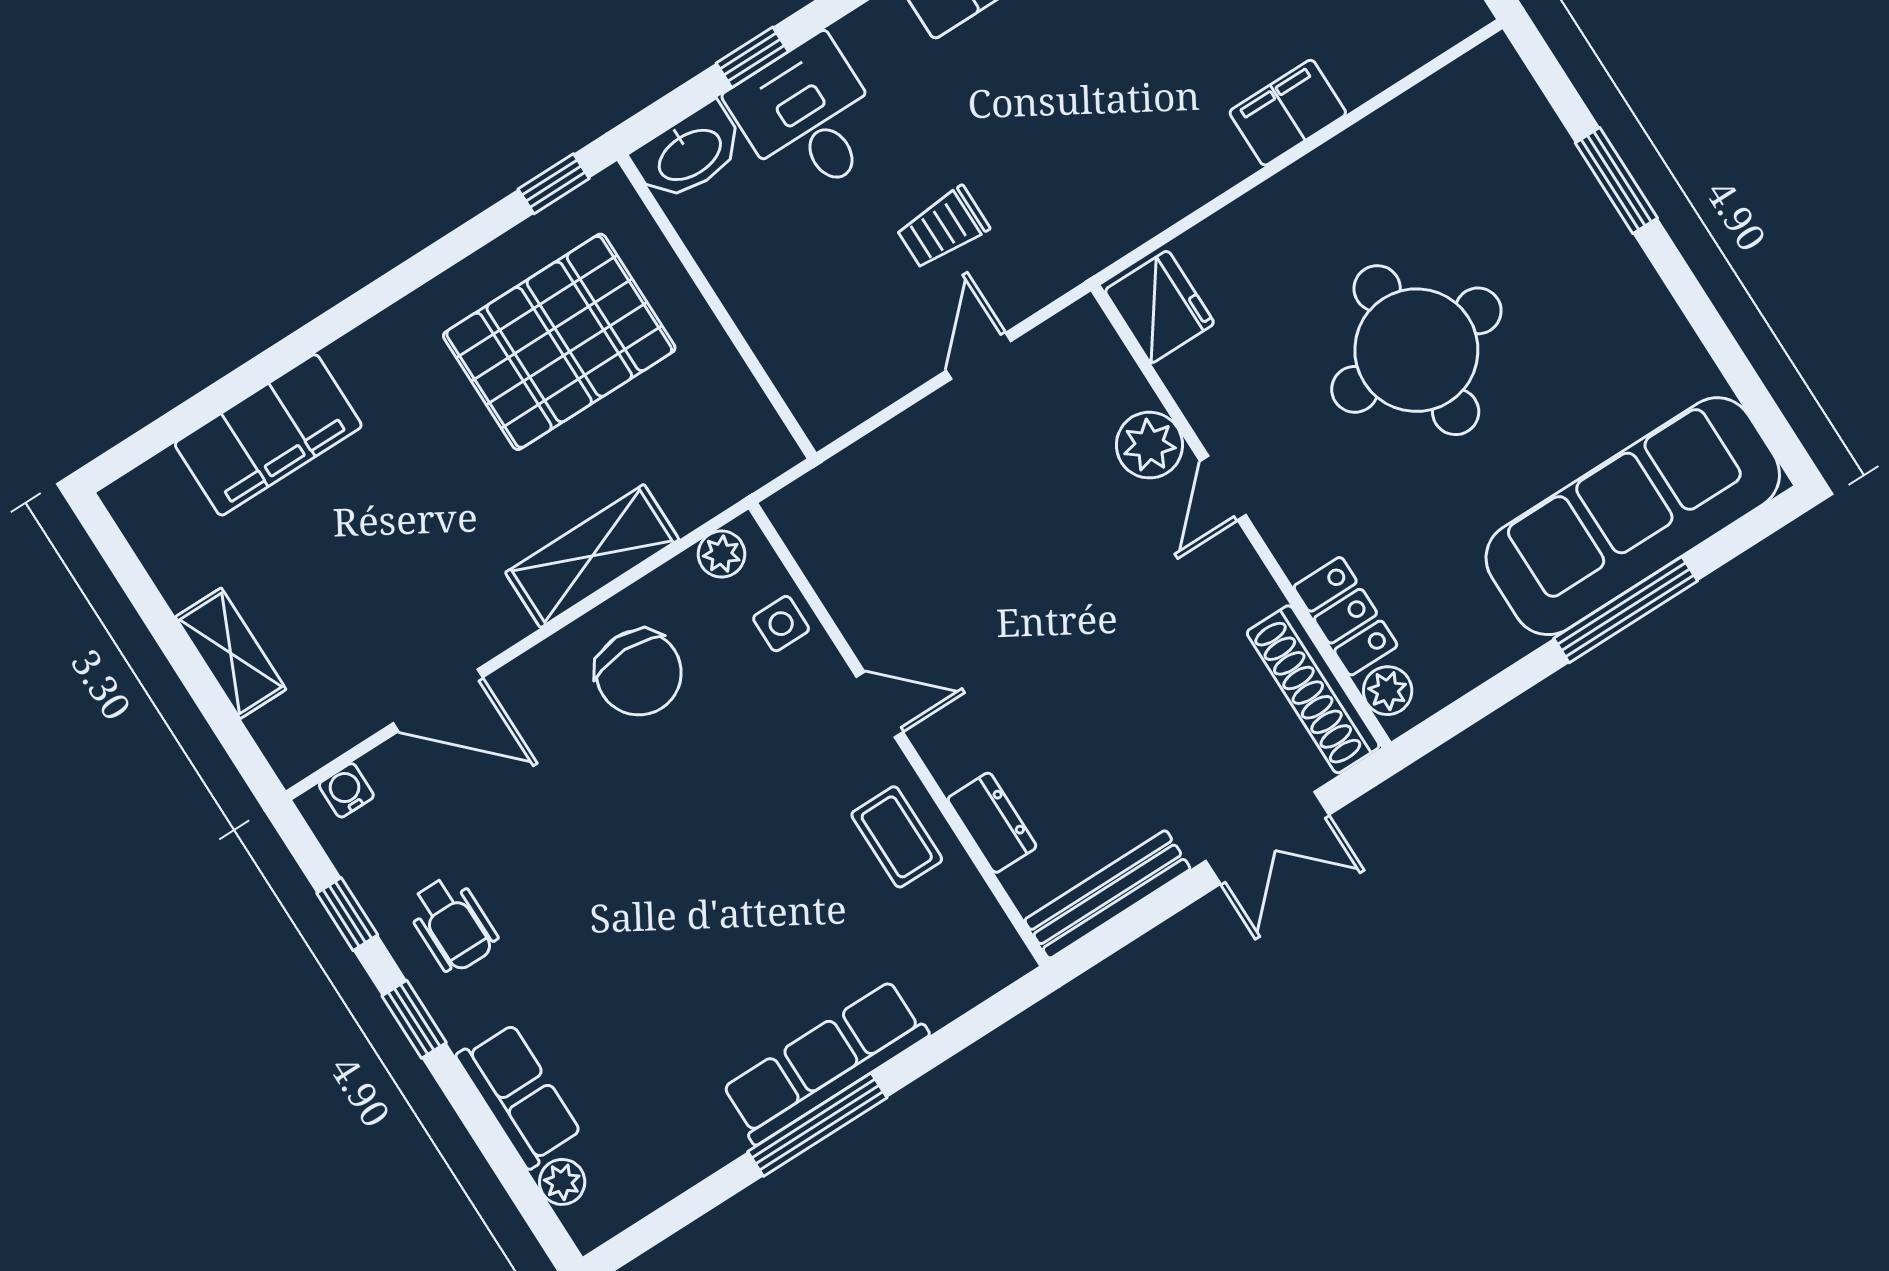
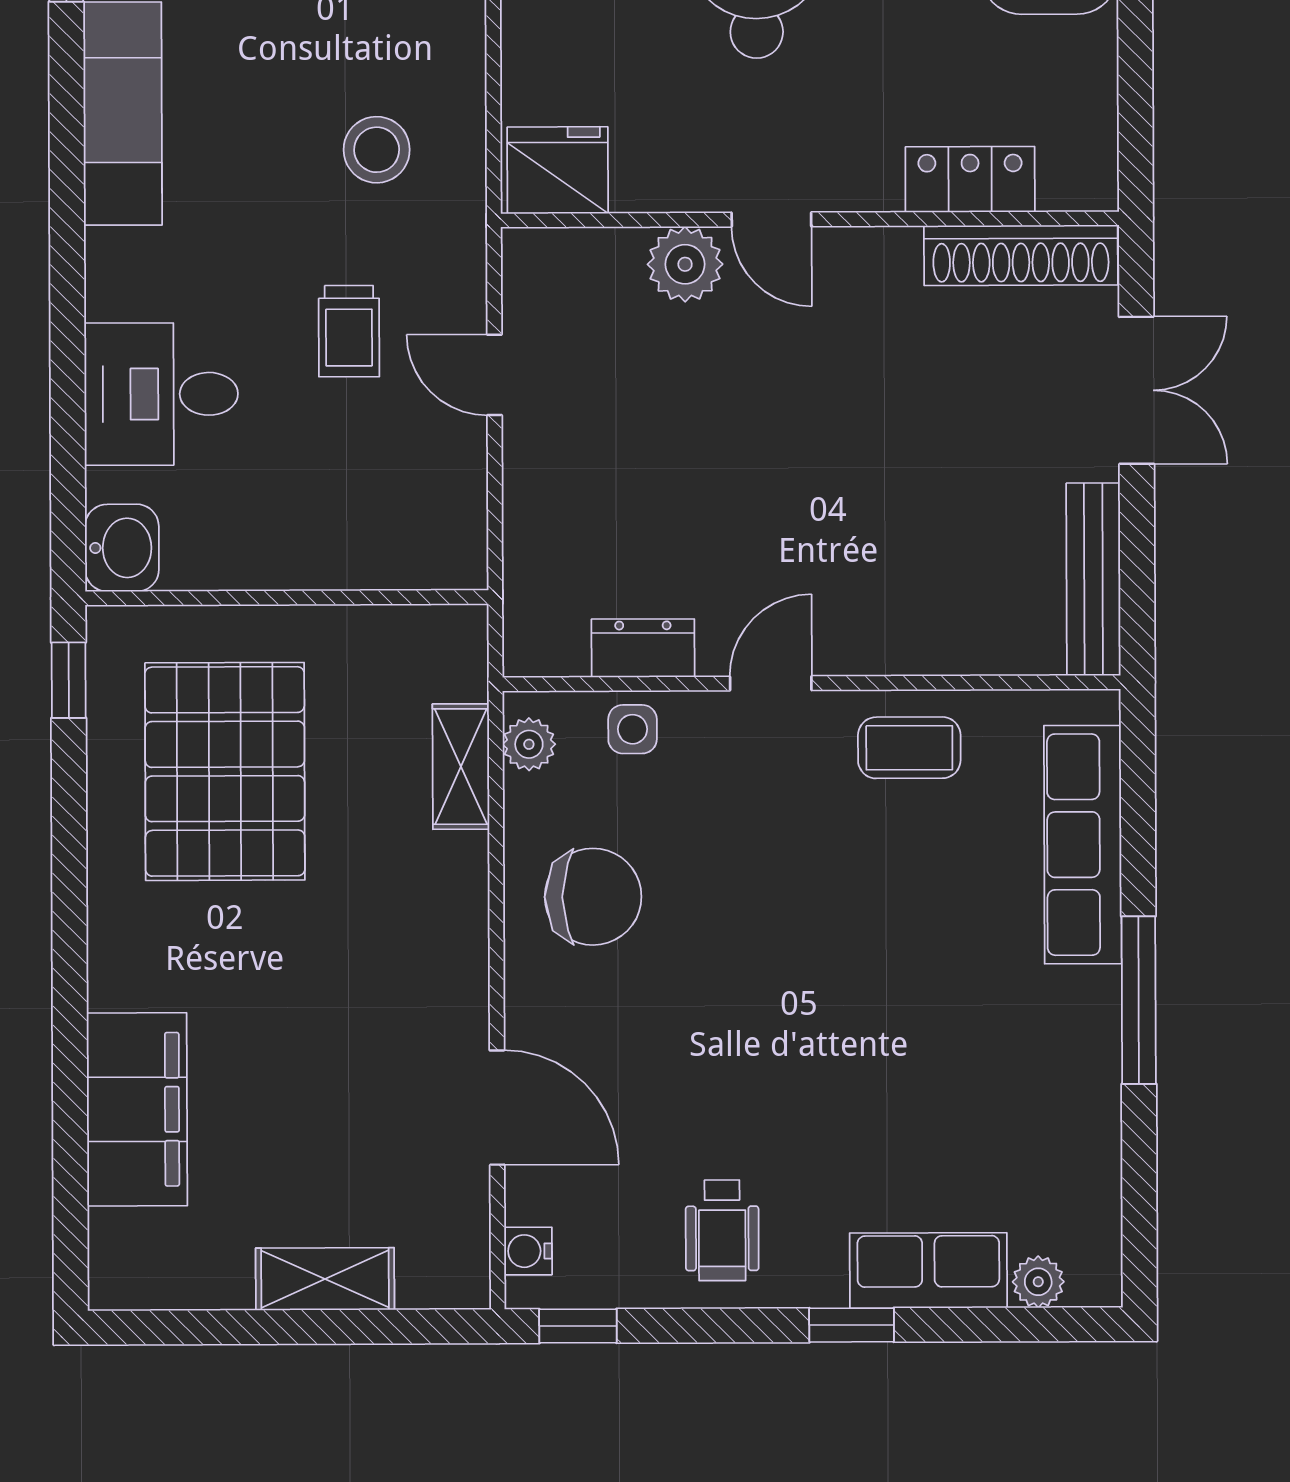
window: (752, 57) -> (68, 411), removed
washbasin: (689, 153) -> (122, 548), width x0.72
stool: (1090, 163) -> (377, 150), added
shelving: (592, 556) -> (461, 767), moved, width x0.67, depth x0.75
plant: (1388, 691) -> (1068, 184), removed
door: (438, 700) -> (497, 1108), hinge flipped
dresser: (992, 823) -> (643, 648), moved
window: (347, 914) -> (578, 1326), moved
wheelchair: (452, 924) -> (722, 1230), turned 90
window: (414, 1019) -> (852, 1325), moved
row of seats: (825, 1062) -> (1083, 845), moved

